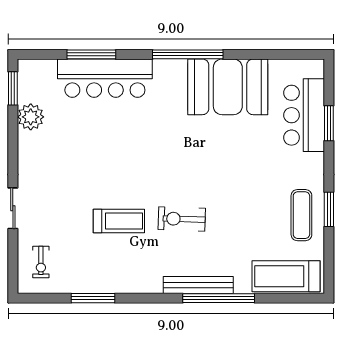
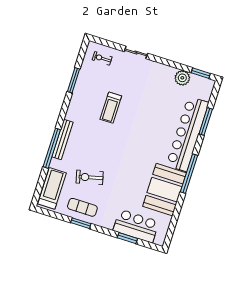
bar counter: (105, 78) -> (187, 134), width x1.36
exercise bike: (182, 219) -> (90, 177), moved, turned -106

